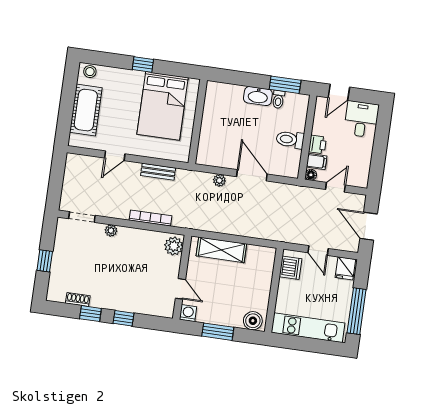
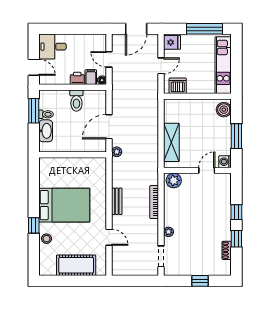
stool: (90, 72) -> (46, 239), moved
wall: (198, 122) -> (73, 155), moved

